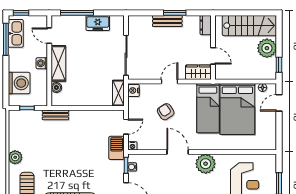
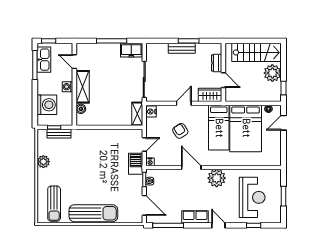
window: (77, 13) -> (112, 41), moved
freezer: (98, 23) -> (131, 50), moved
dresser: (206, 25) -> (217, 63), moved
bench: (55, 115) -> (59, 134), moved
plant: (15, 157) -> (43, 162), moved

